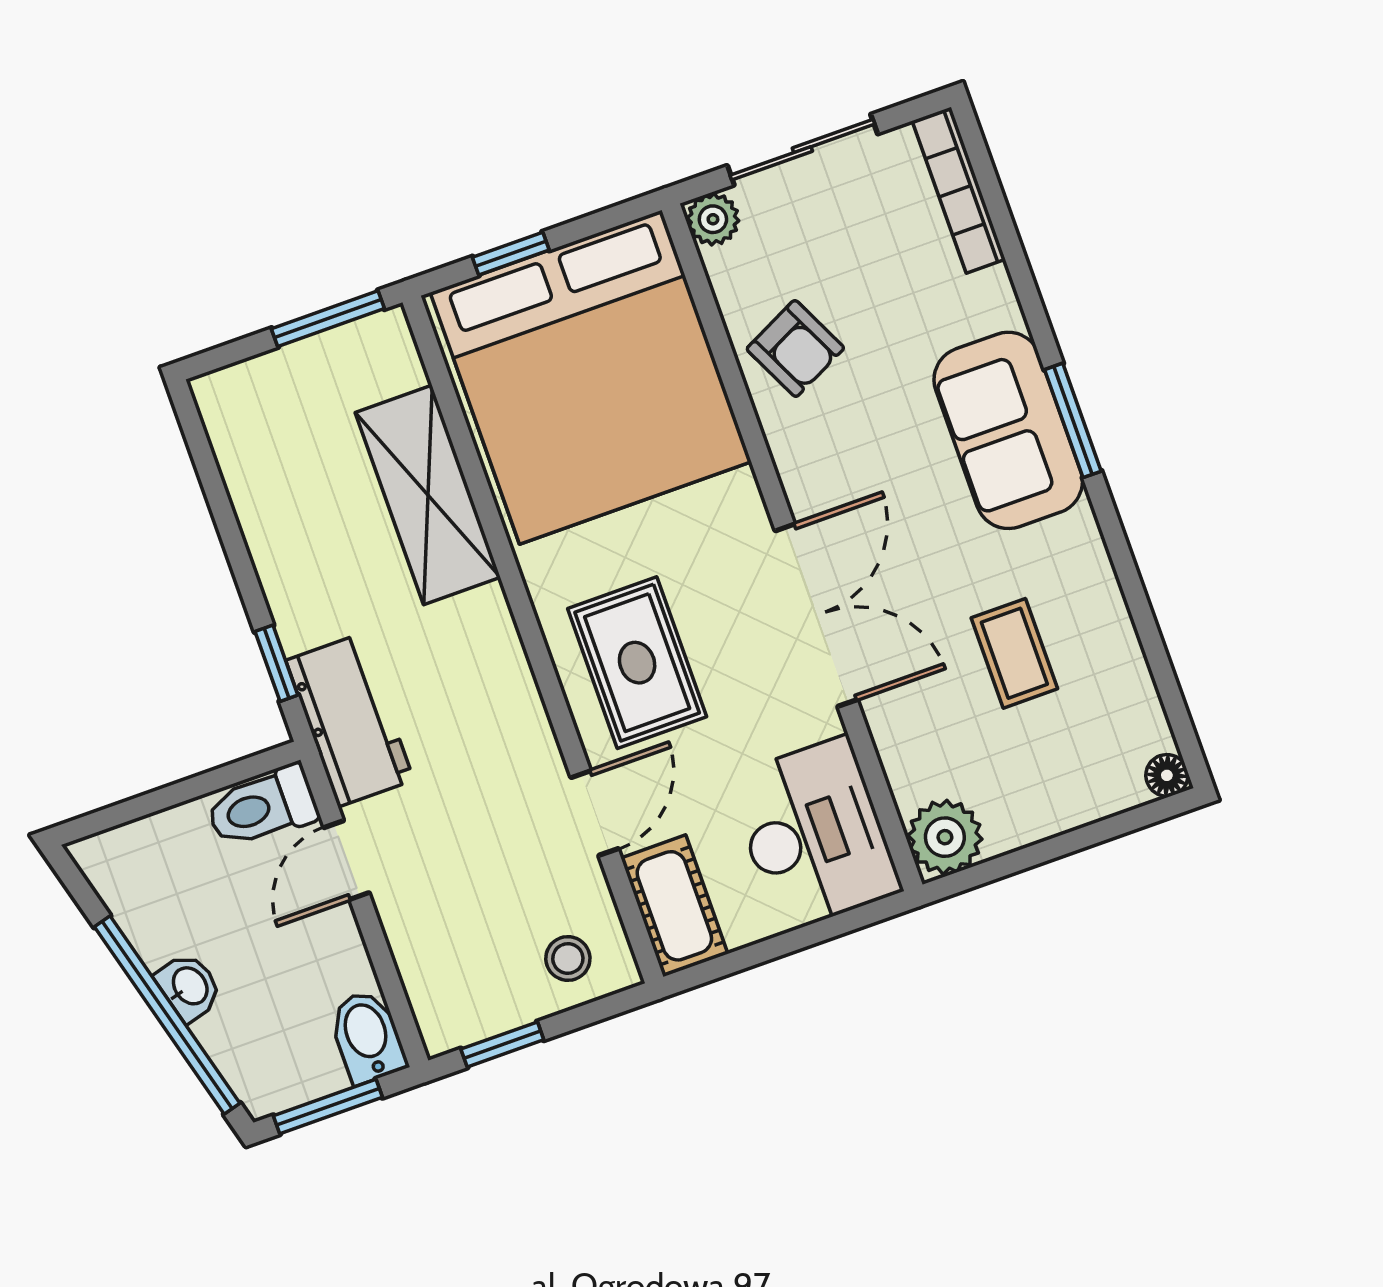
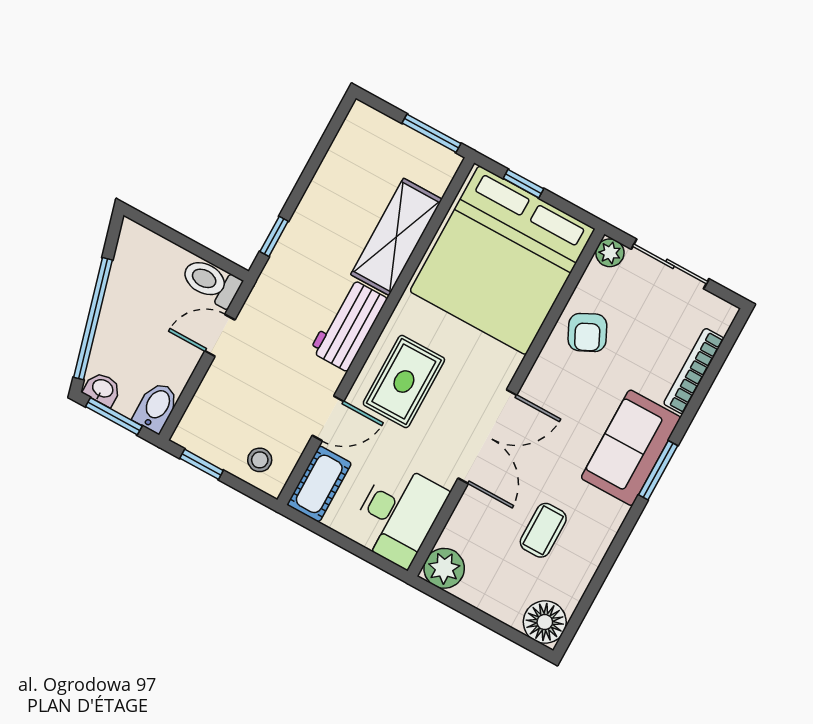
bookcase: (959, 190) -> (694, 371), moved
workbench: (350, 720) -> (348, 325), moved, turned 180
floor lamp: (1167, 775) -> (545, 622), width x1.89, depth x1.89
washbasin: (189, 987) -> (102, 389), moved, turned -75

